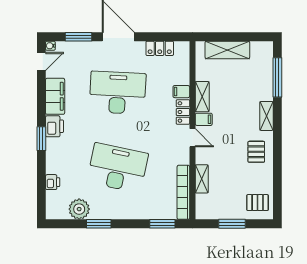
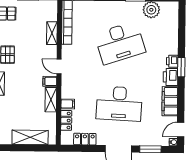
locker: (183, 112) -> (66, 120), moved
desk: (118, 168) -> (120, 43), turned -30
printer: (53, 182) -> (172, 61), moved

